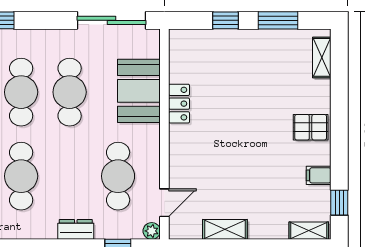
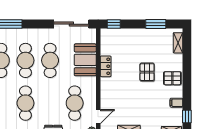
window: (225, 20) -> (114, 24), moved
pallet: (261, 115) -> (147, 72), added

